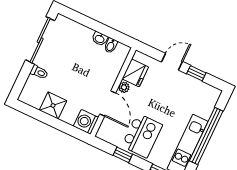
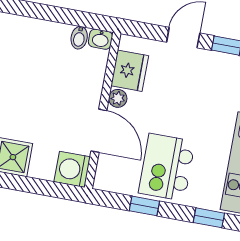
washbasin: (100, 39) -> (100, 39), moved
kitchen island: (142, 136) -> (167, 167), turned 180

